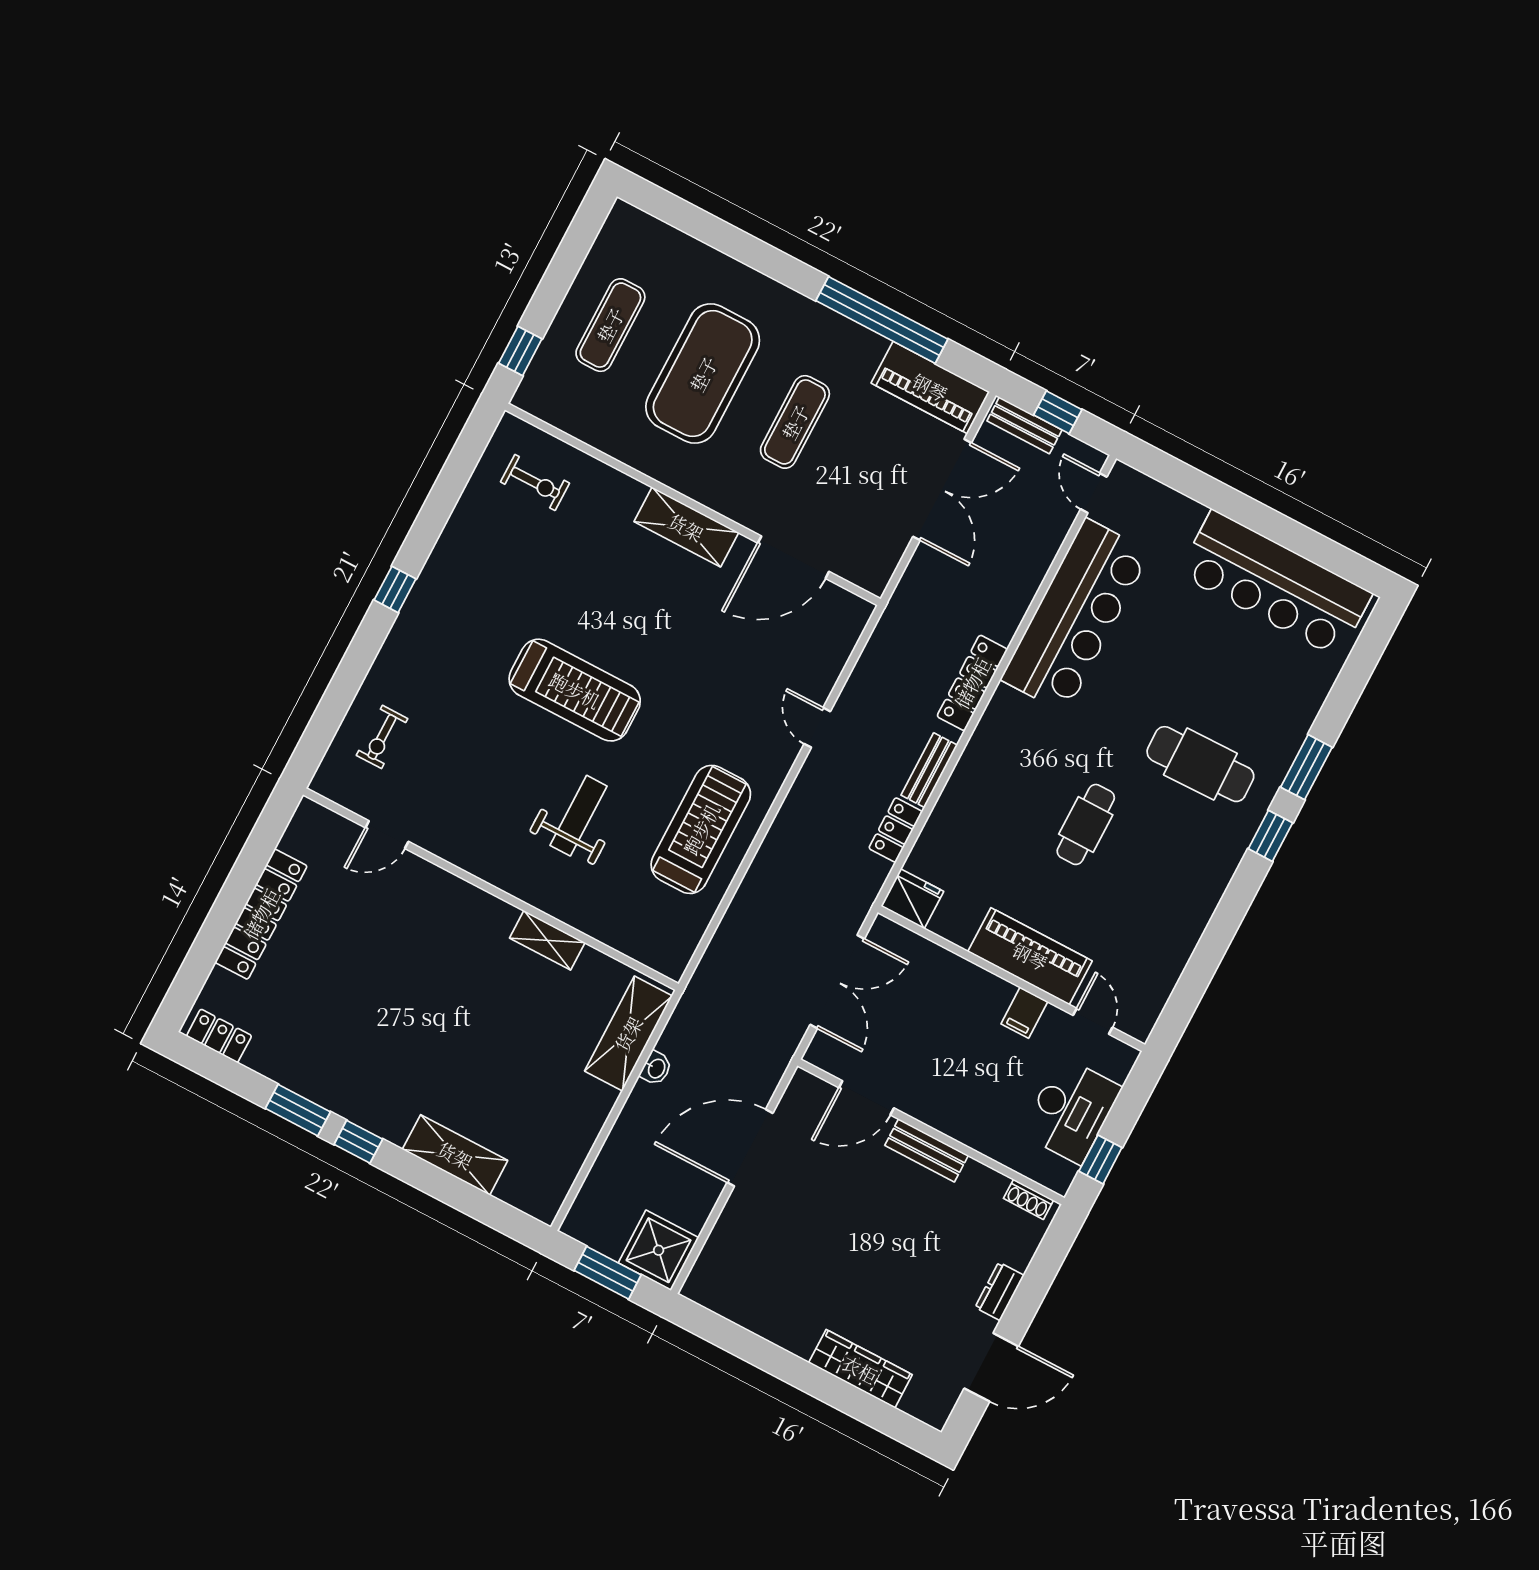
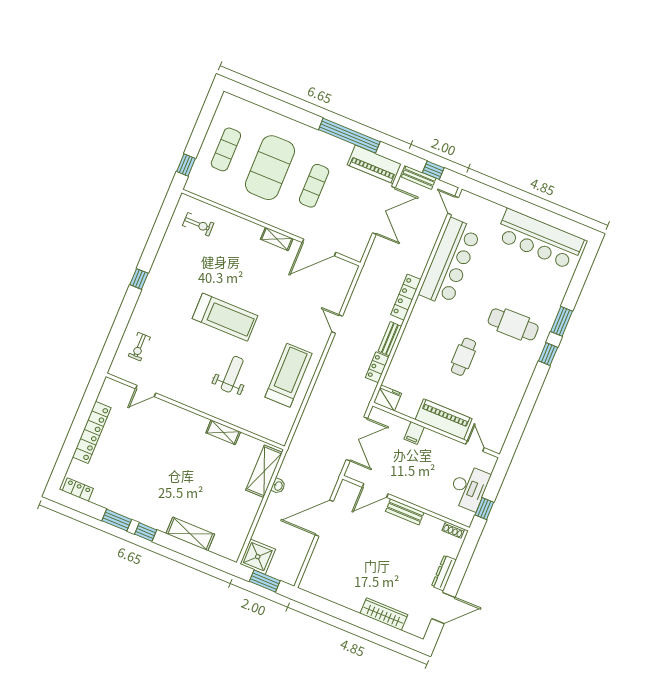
shelving: (686, 527) -> (277, 239), width x0.67, depth x0.75
filing cabinet: (1024, 1013) -> (414, 433), moved
shower: (659, 1250) -> (258, 557), moved
dresser: (1000, 1291) -> (444, 573), width x1.44

